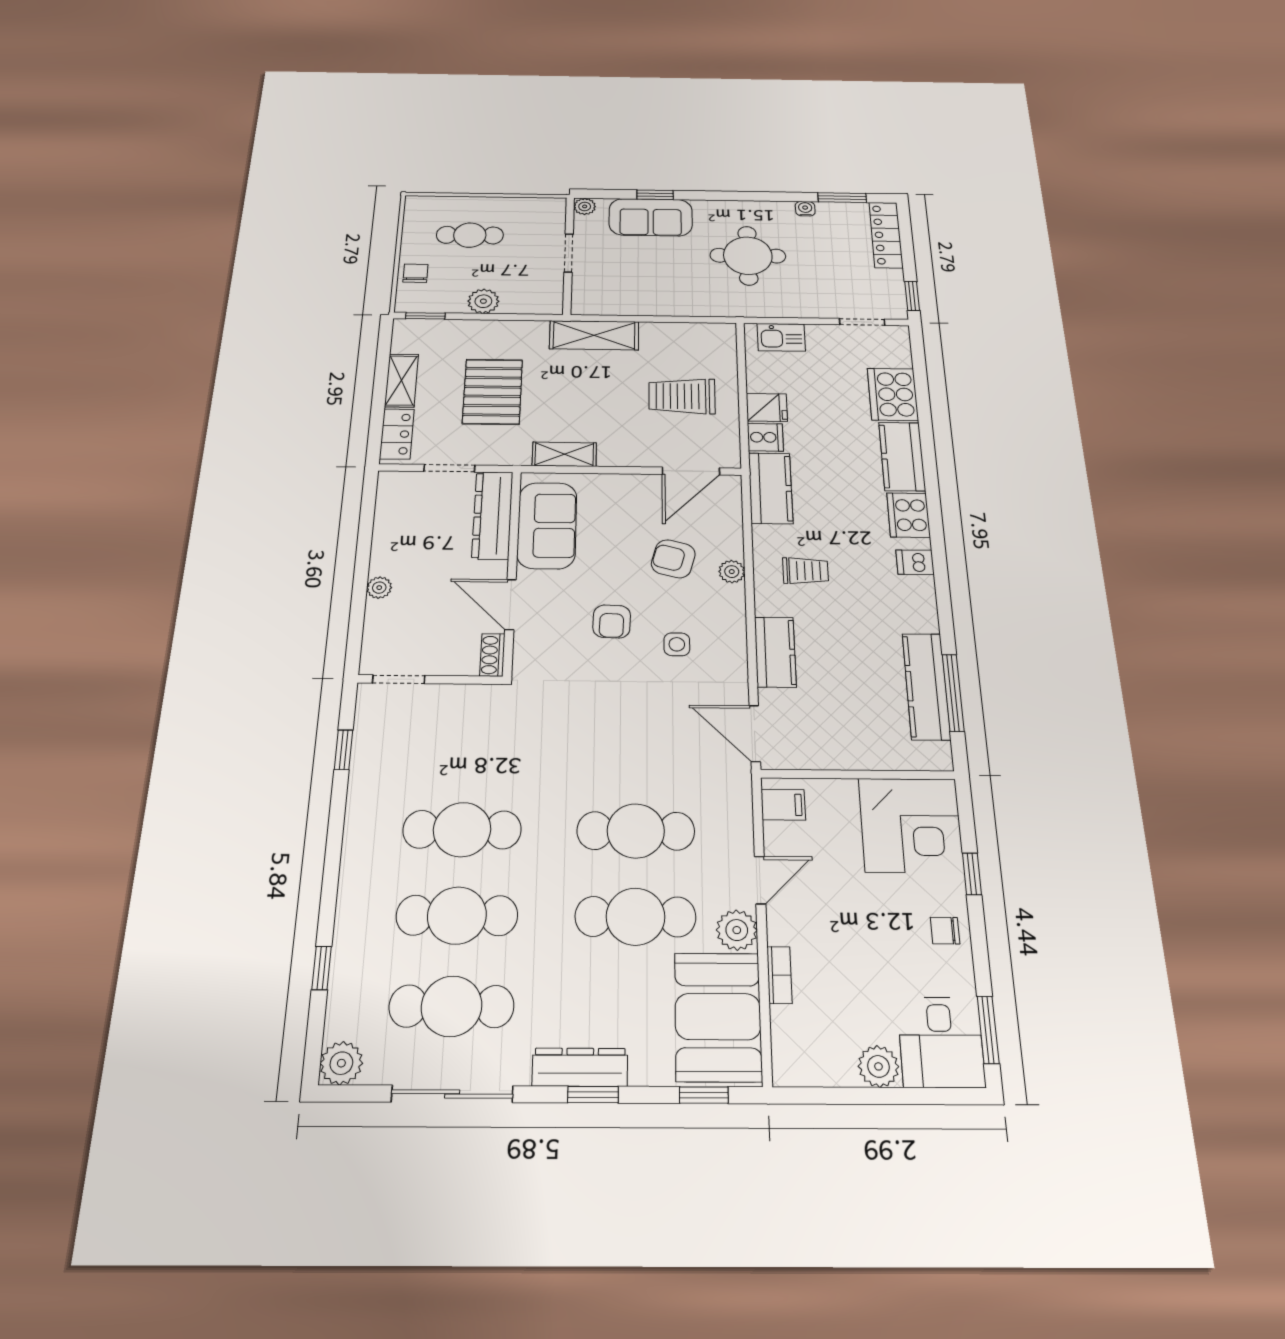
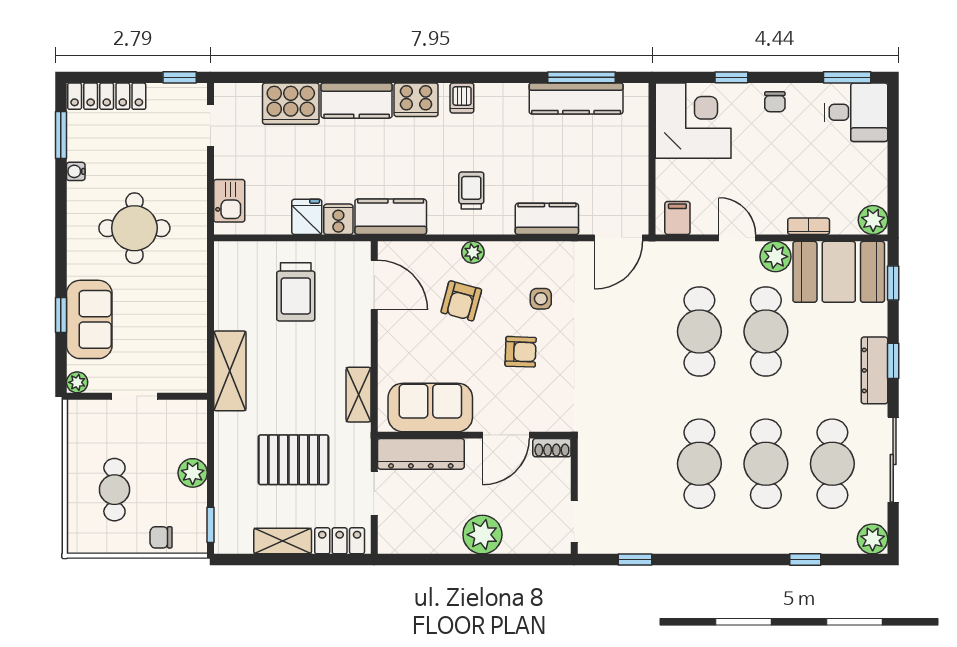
plant: (379, 588) -> (482, 535), width x1.87, depth x1.87
plant: (878, 1066) -> (873, 220), moved

